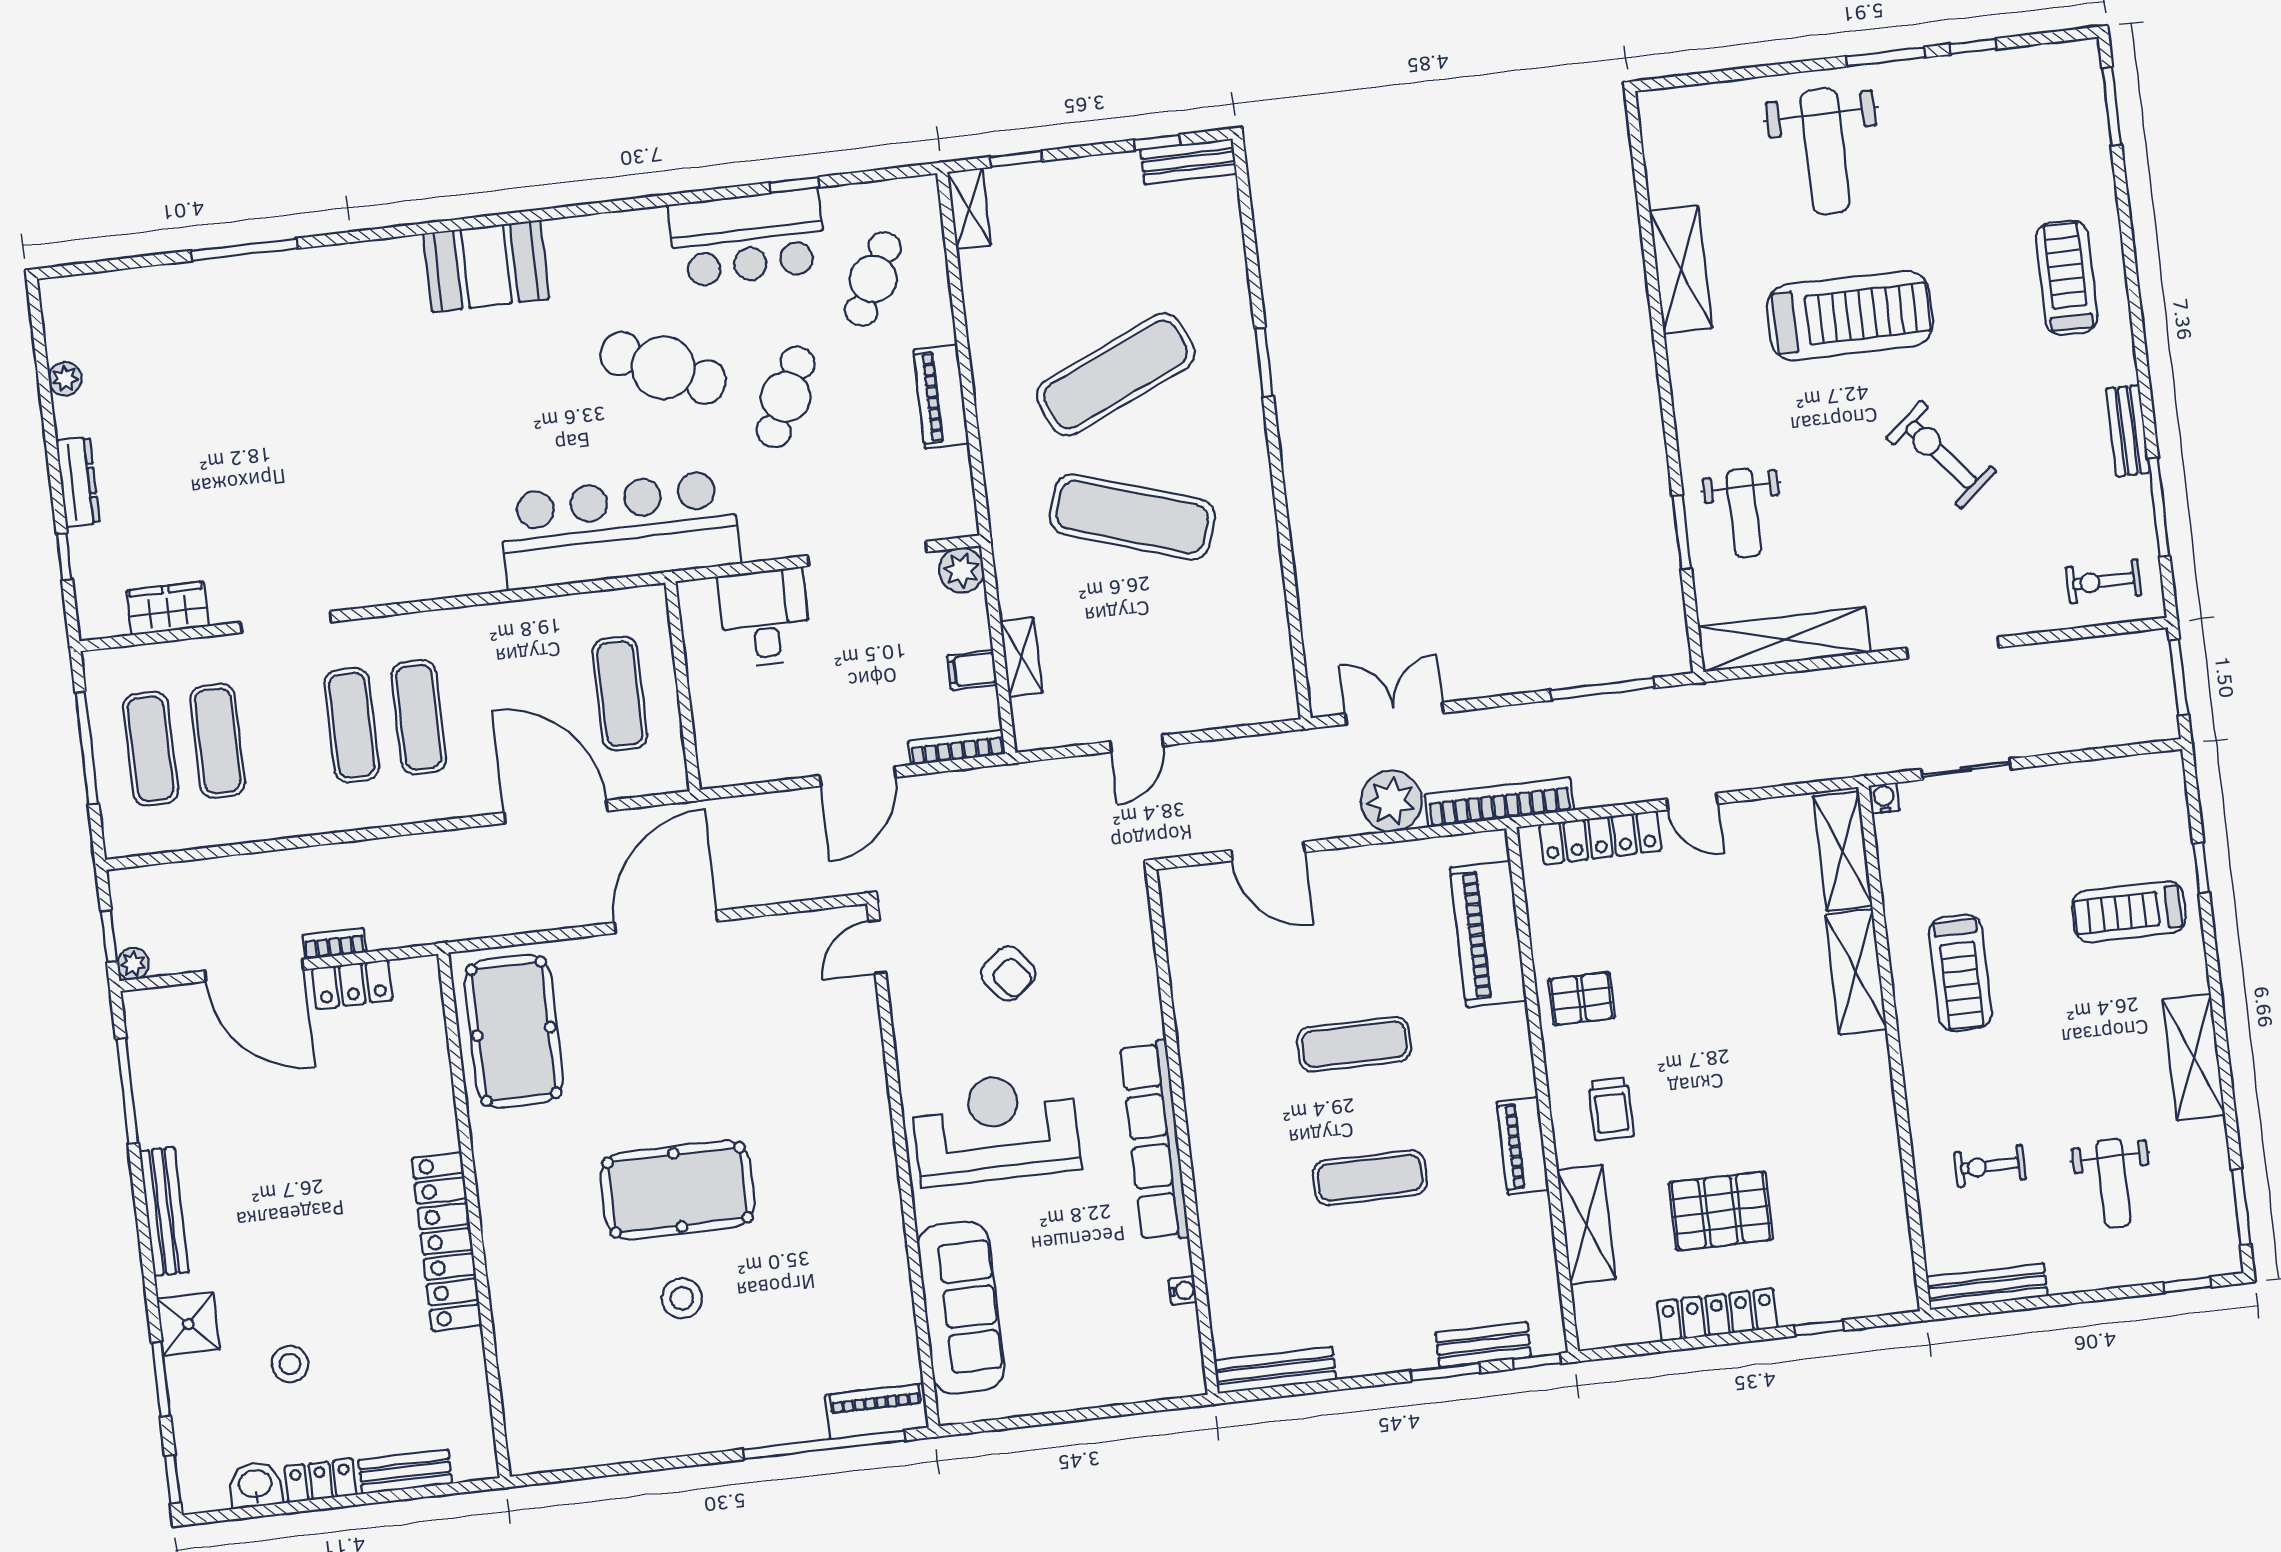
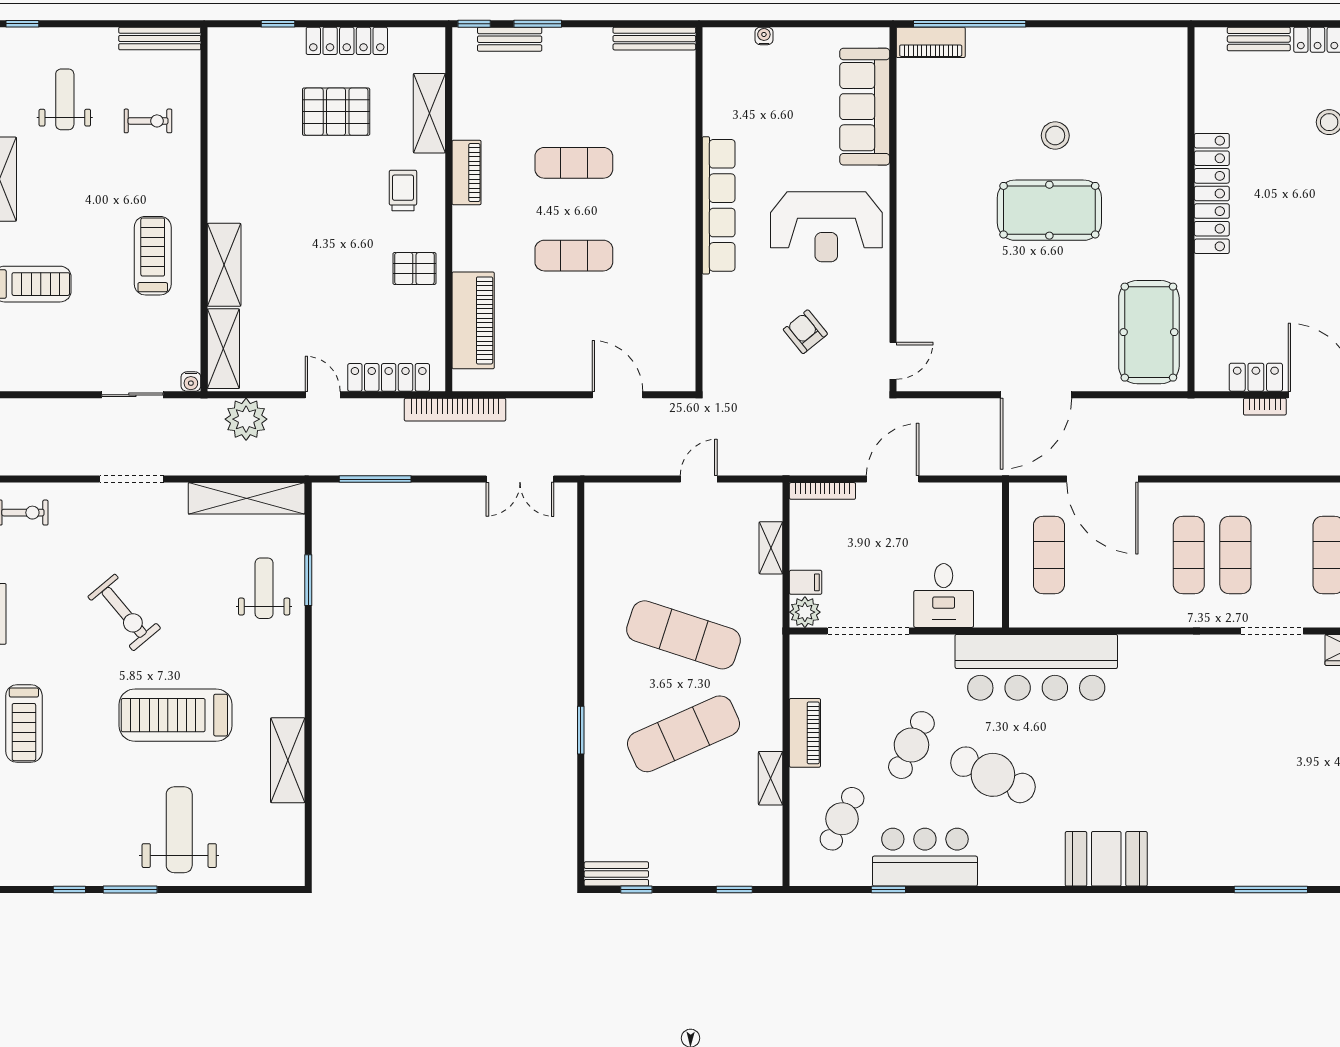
shelving: (969, 209) -> (771, 778), moved
filing cabinet: (972, 670) -> (806, 582), moved
plant: (1391, 801) -> (246, 419), moved
water cooler: (1183, 1291) -> (764, 36), moved, turned 90

